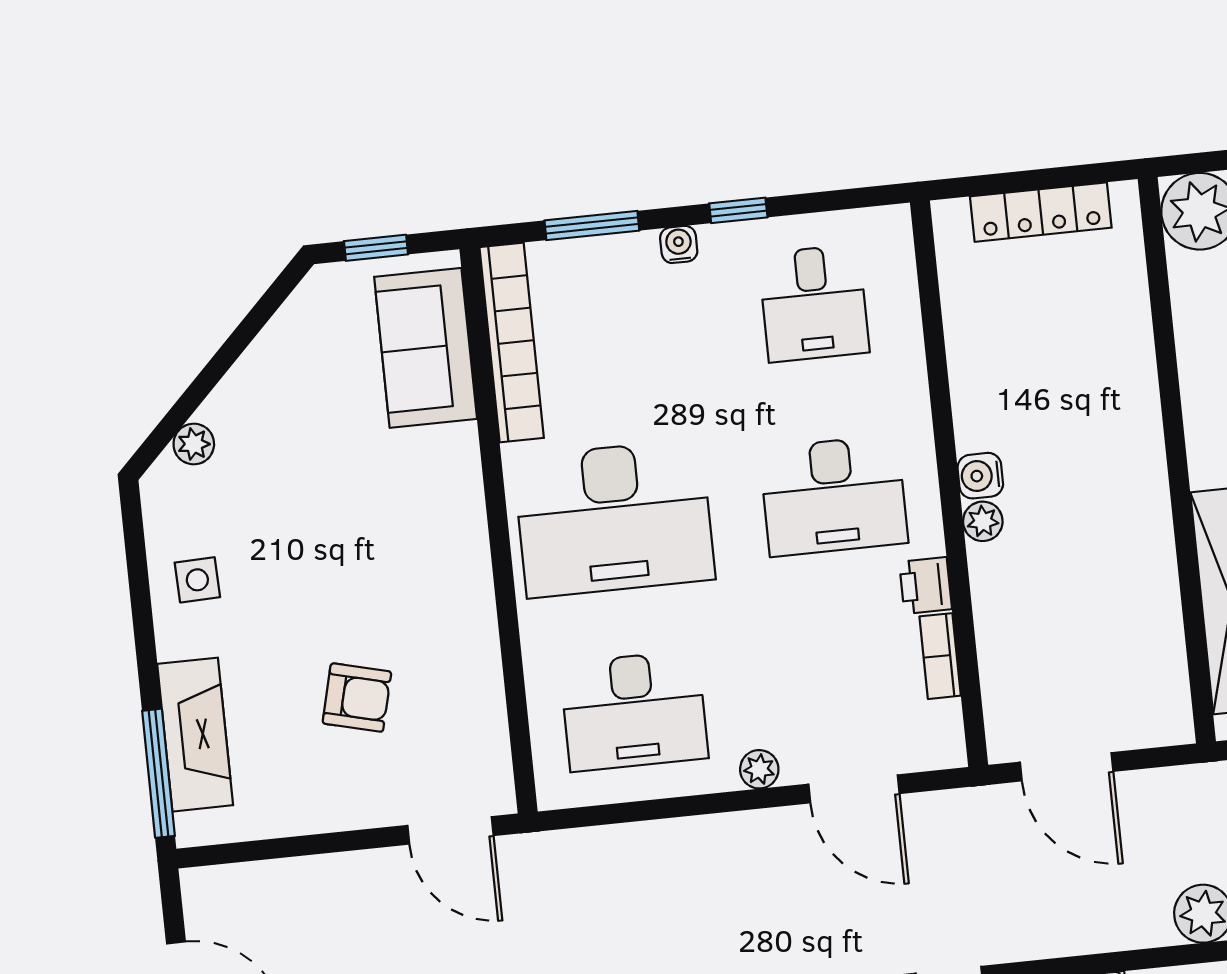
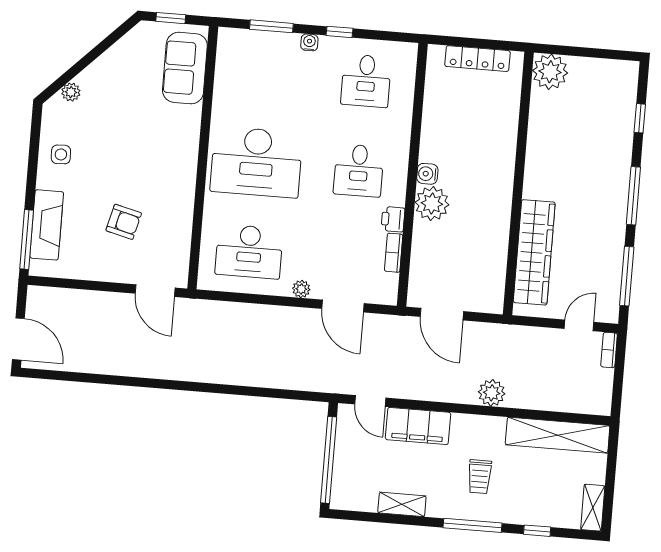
bookcase: (512, 343) -> (225, 73), removed
desk: (834, 496) -> (359, 170), width x0.73
plant: (983, 521) -> (432, 204), width x1.88, depth x1.88

